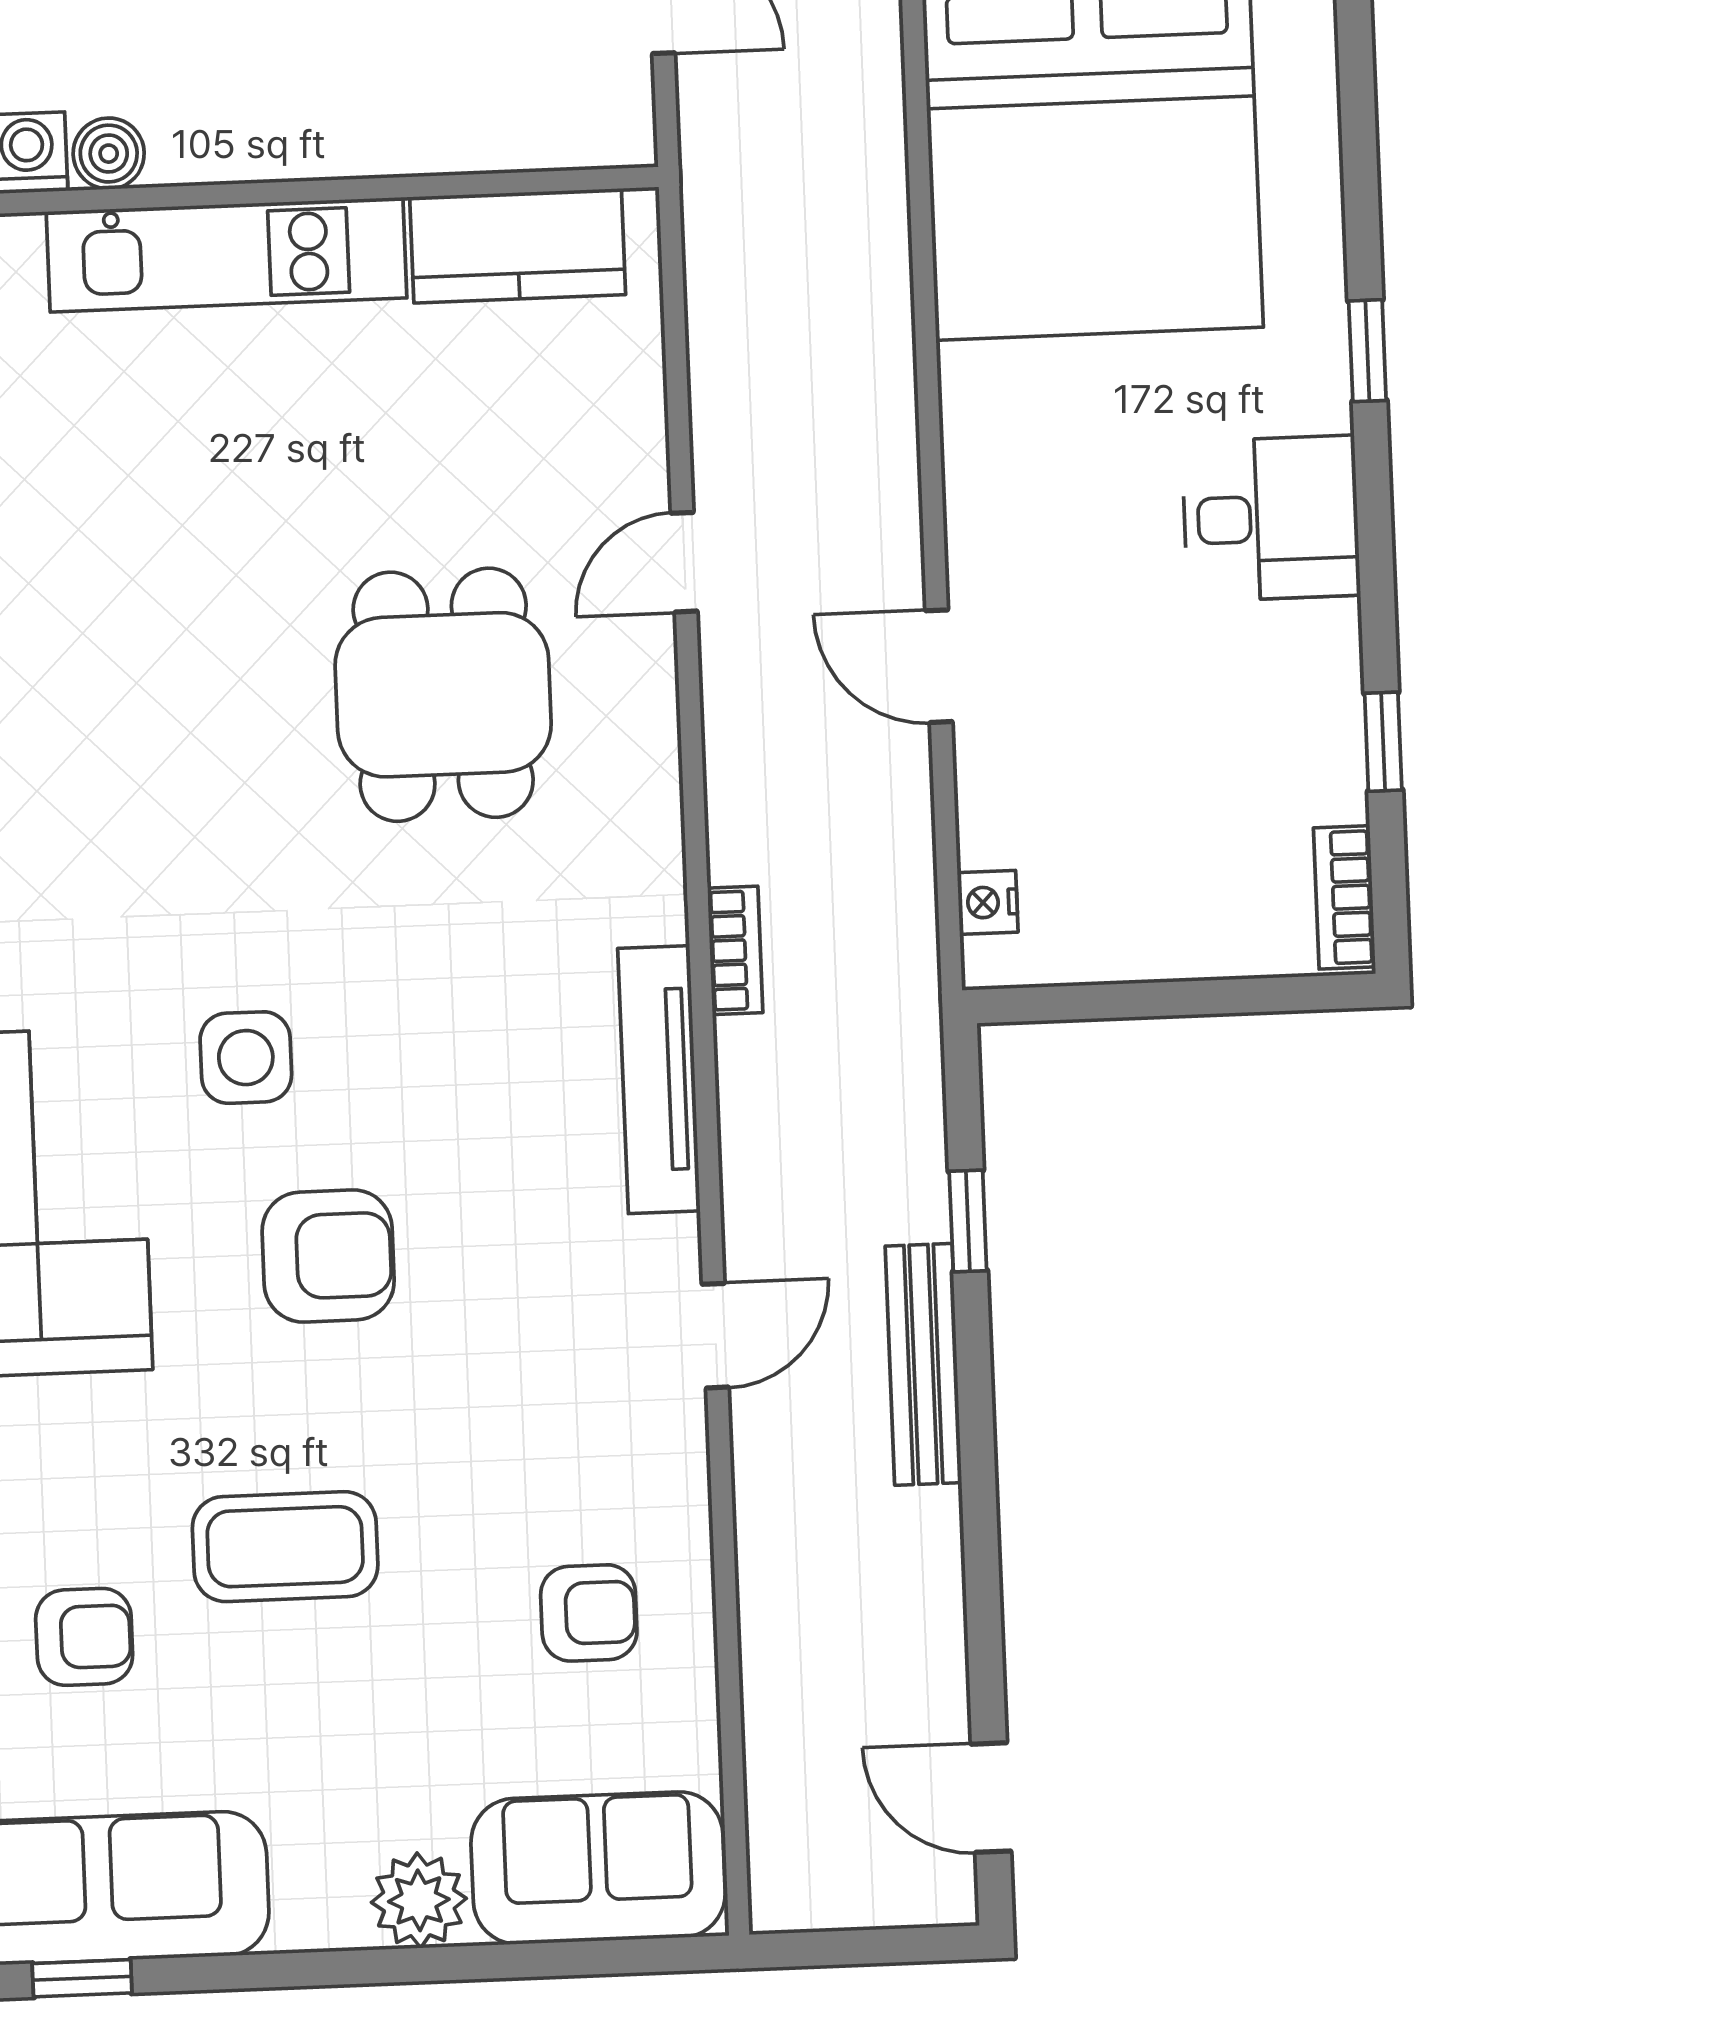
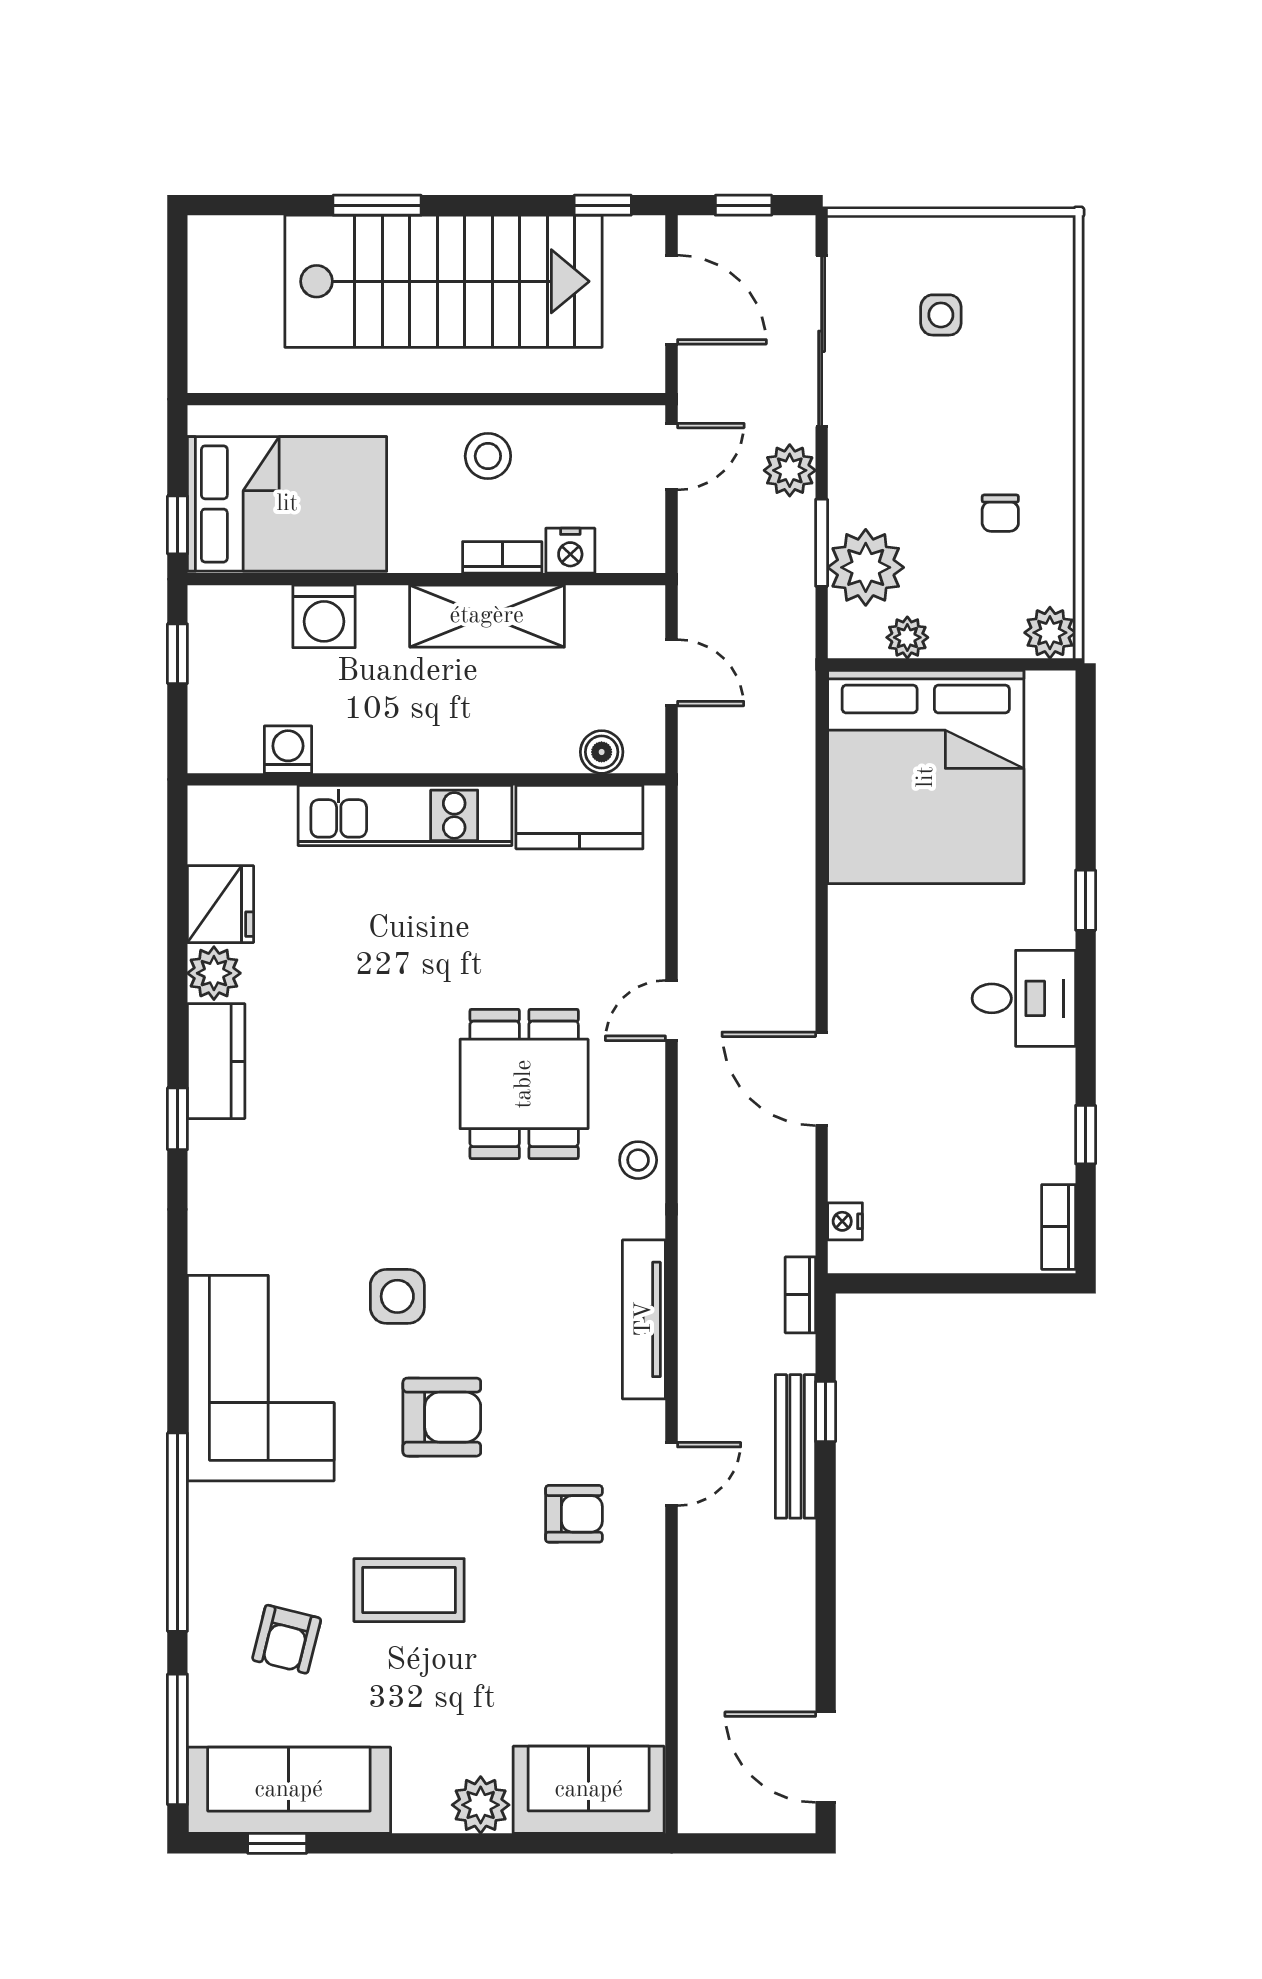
boiler: (109, 154) -> (602, 752), moved
door: (939, 666) -> (822, 1079), width x1.38
stool: (638, 814) -> (638, 1160), added
bookcase: (735, 950) -> (800, 1295), moved, turned 180
bench: (923, 1364) -> (795, 1446), moved
armchair: (589, 1613) -> (574, 1514), moved
armchair: (84, 1637) -> (287, 1639), turned 104
door: (991, 1798) -> (826, 1757), width x1.38

